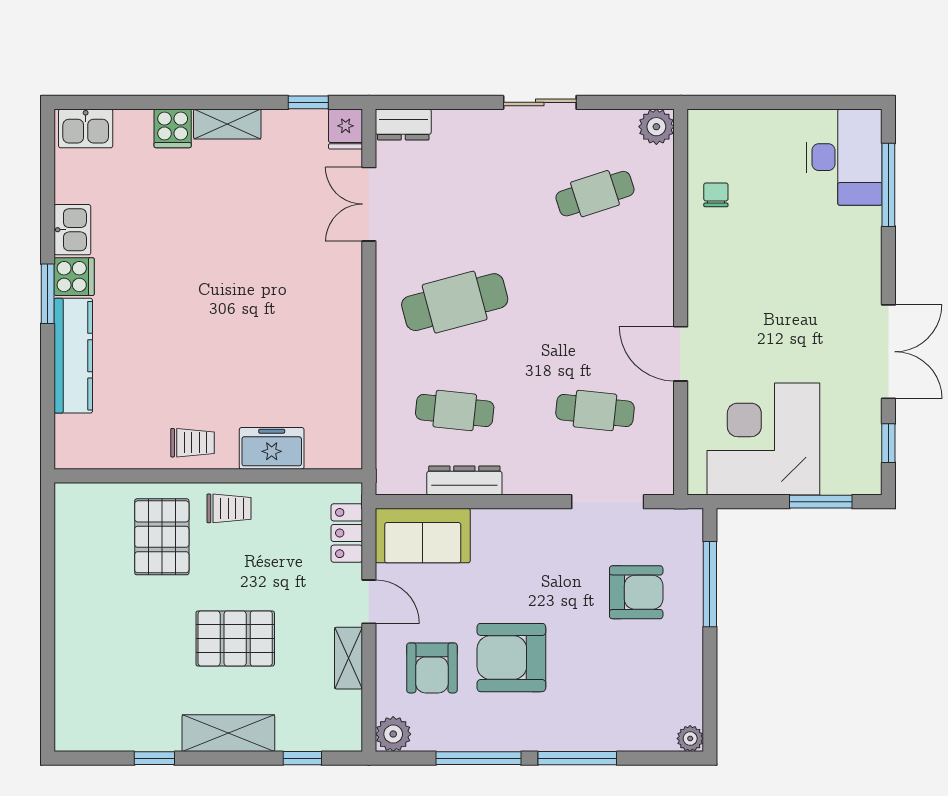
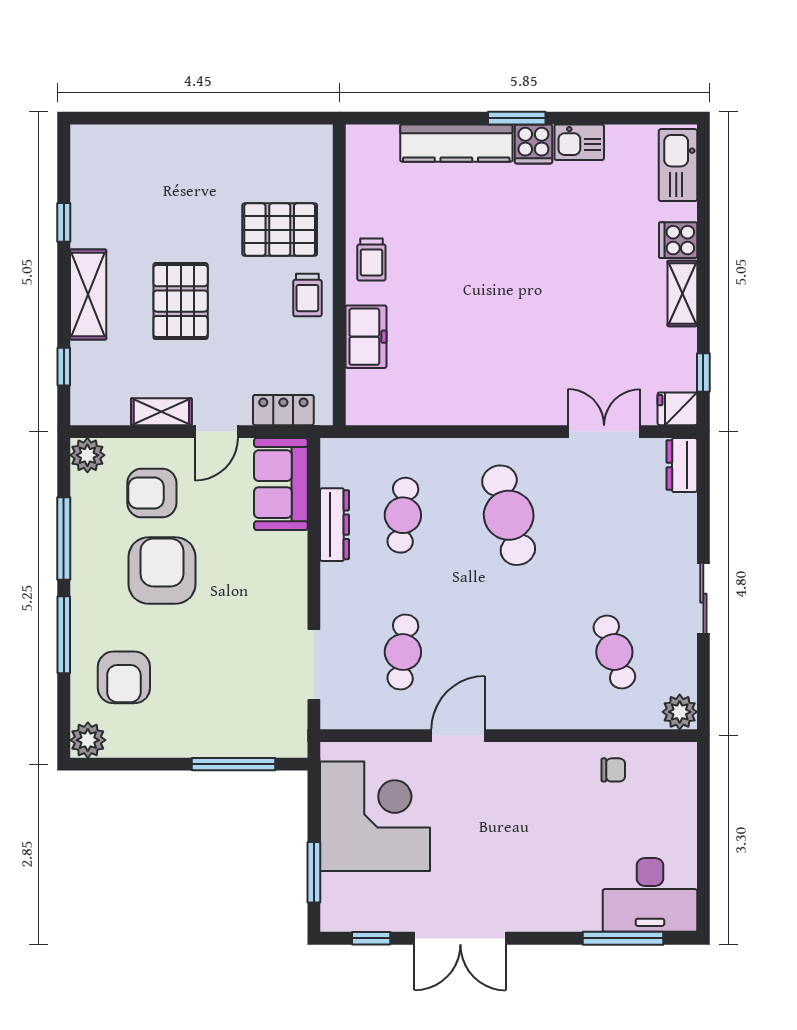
kitchen sink: (86, 128) -> (678, 165), width x1.38
armchair: (636, 592) -> (124, 677), moved
plant: (690, 739) -> (88, 740), width x1.38, depth x1.38

